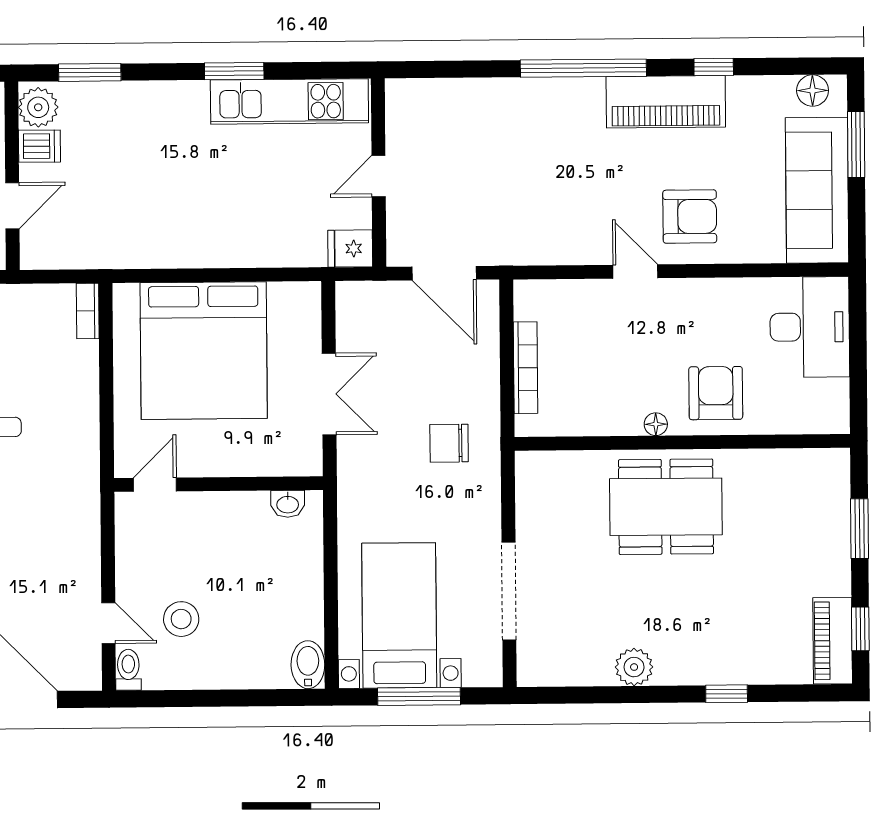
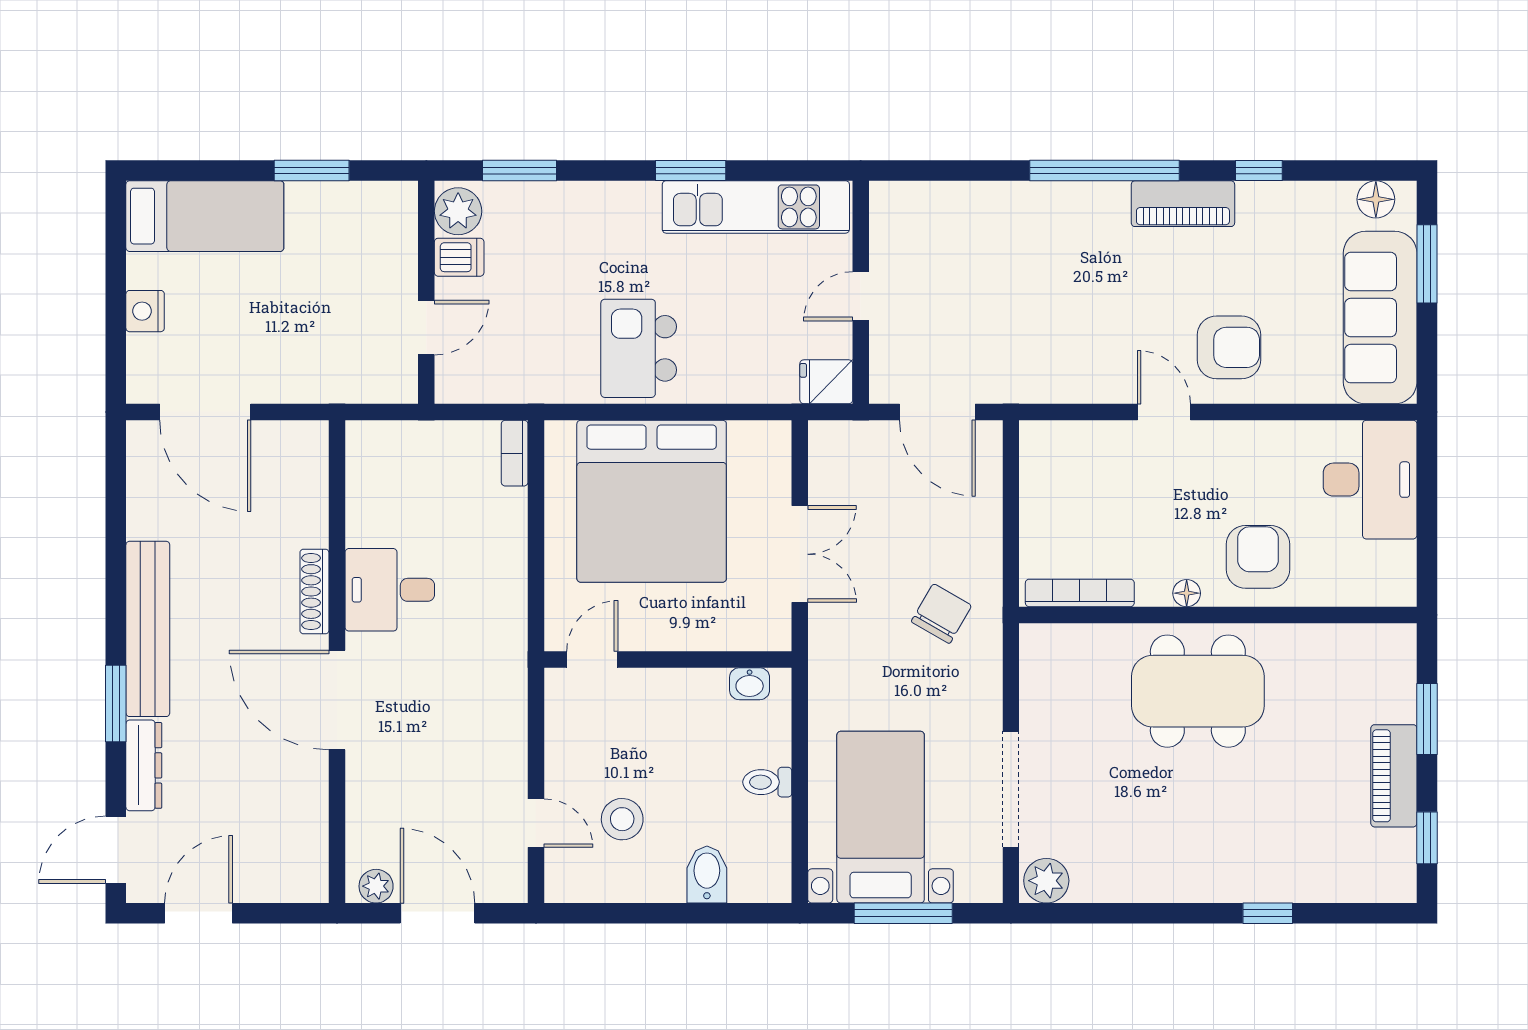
piano: (666, 102) -> (1183, 204), width x0.73, depth x0.75
kitchen island: (192, 222) -> (639, 348), added
bookcase: (526, 368) -> (1080, 593), moved, turned -90
chair: (449, 443) -> (941, 614), turned 120
piano: (833, 641) -> (1394, 776), moved
bidet: (308, 665) -> (707, 875), moved
plant: (634, 667) -> (1046, 881), moved
toilet: (128, 670) -> (767, 782), moved, turned -90

